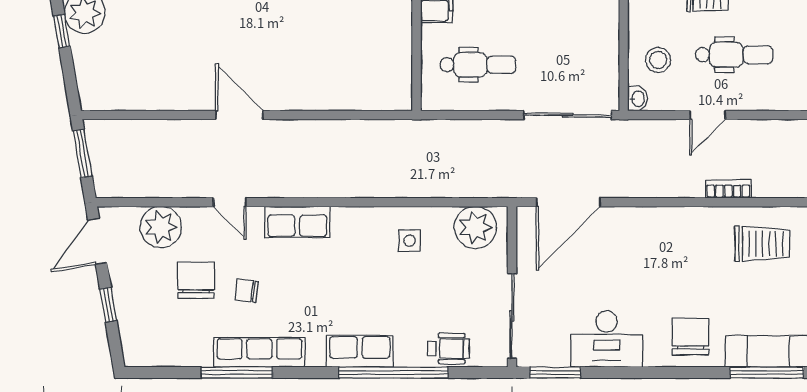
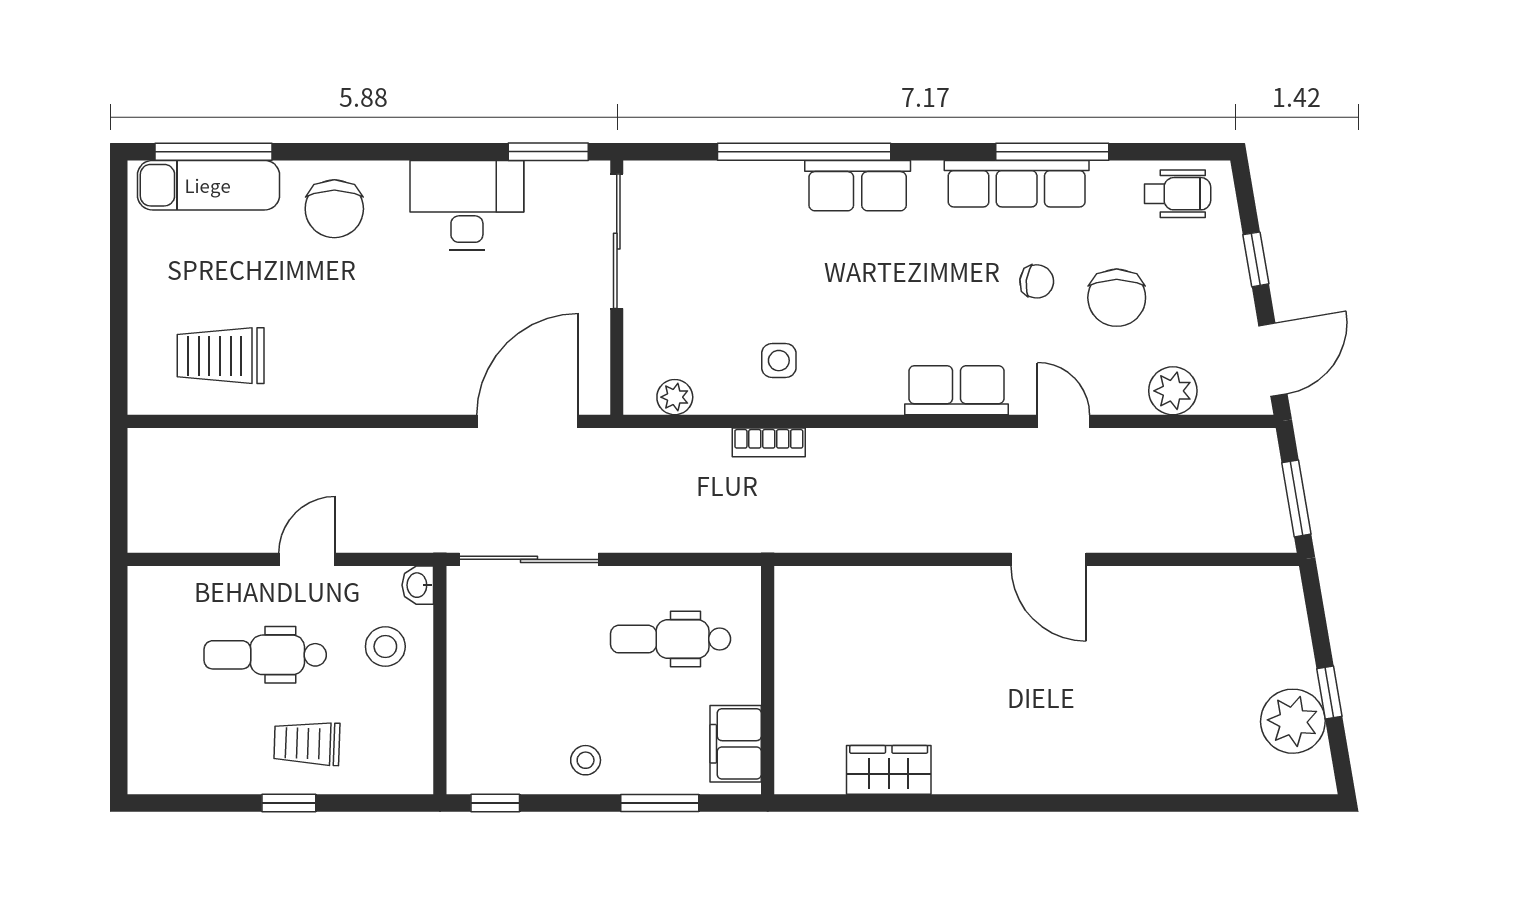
bookcase: (728, 189) -> (769, 442), moved
plant: (161, 227) -> (1173, 391), width x0.73, depth x0.73
plant: (475, 227) -> (675, 397), width x0.53, depth x0.53
wheelchair: (448, 349) -> (1177, 194), moved, turned 180

